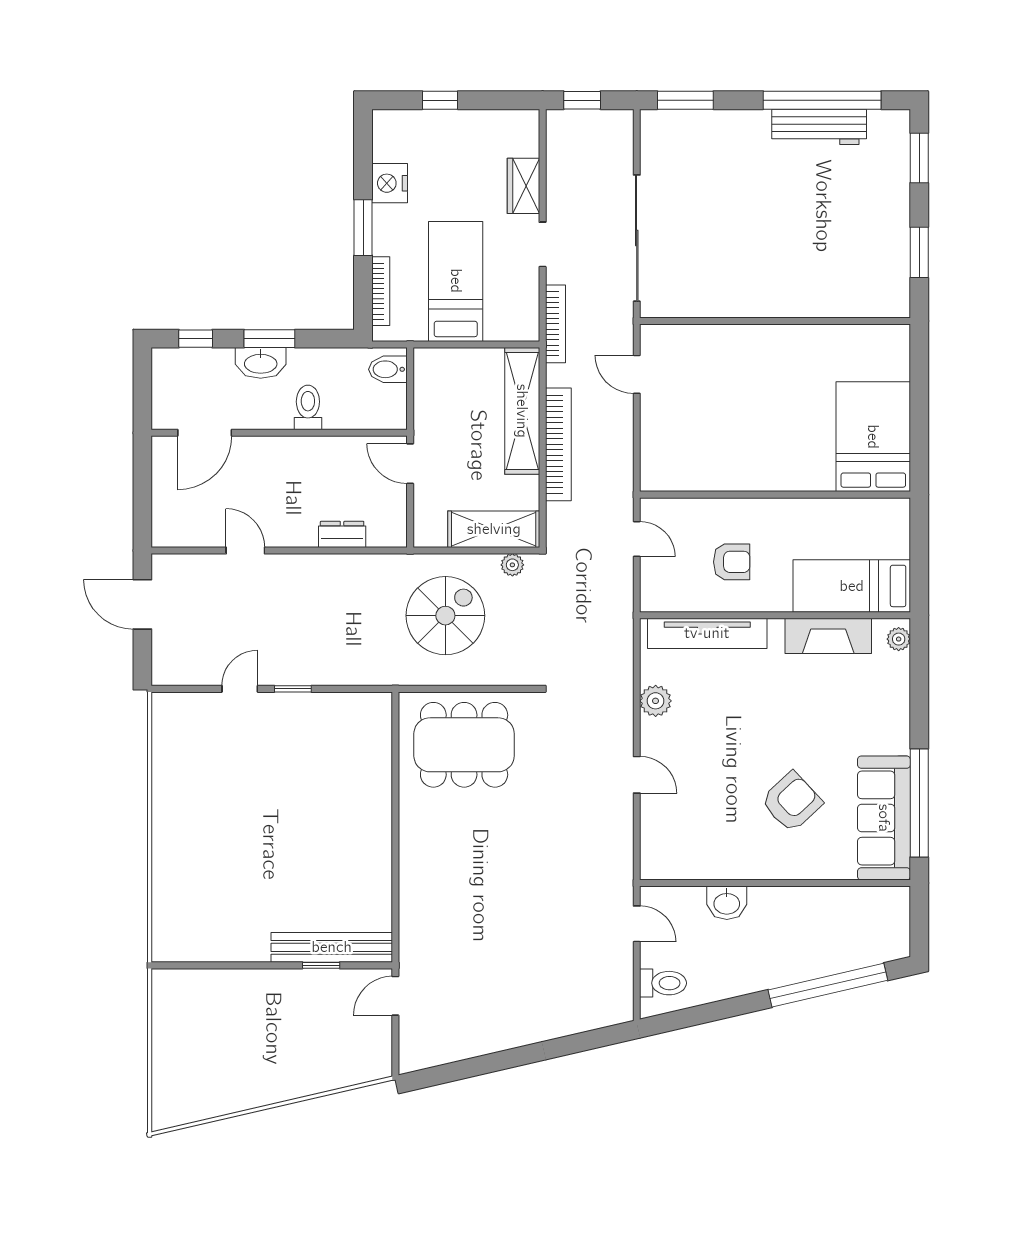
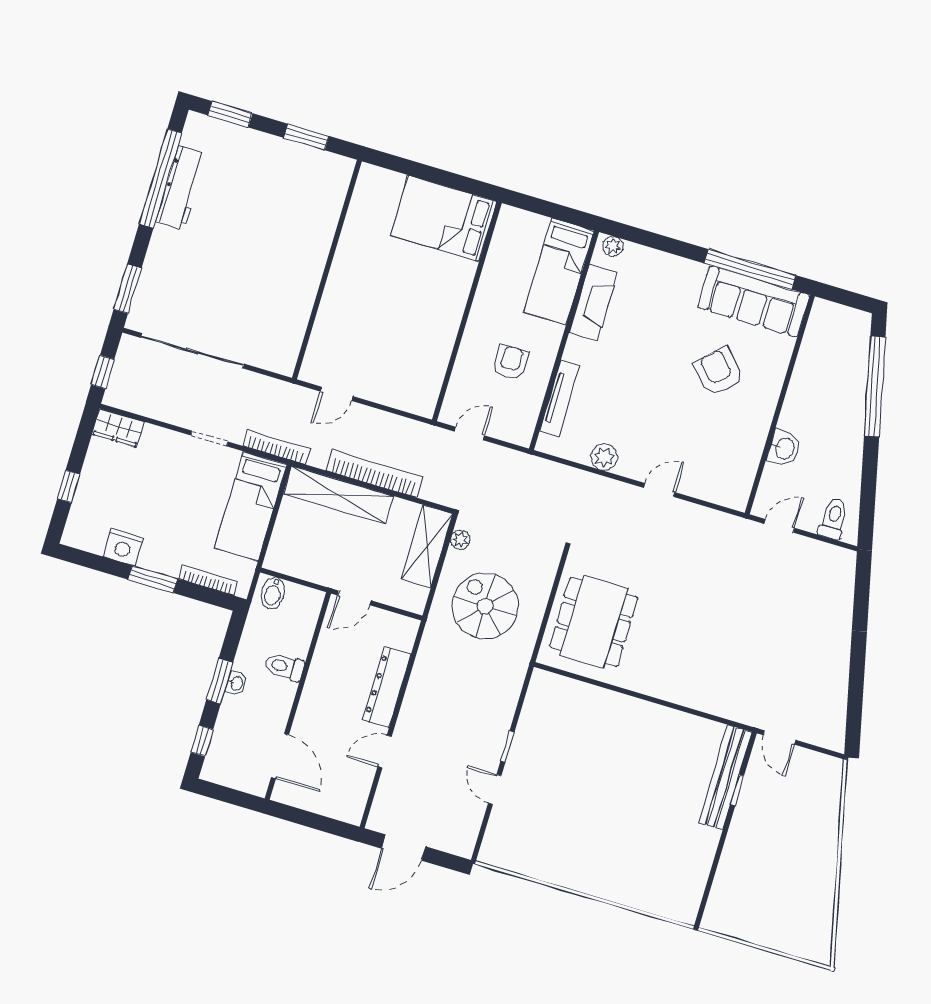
wardrobe: (524, 186) -> (118, 428), moved
sliding door: (637, 238) -> (192, 351), moved
bed: (456, 281) -> (251, 506), moved, turned -90
washbasin: (261, 363) -> (236, 683), width x0.52, depth x0.69
dresser: (342, 534) -> (387, 687), width x1.96, depth x1.24
tv unit: (707, 633) -> (560, 398), width x0.73, depth x0.78

